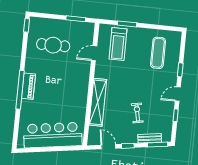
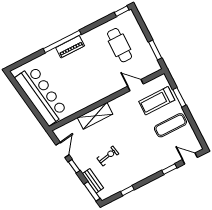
exercise mat: (158, 53) -> (170, 125), moved
door: (178, 94) -> (190, 159), moved
shelving: (98, 102) -> (95, 116), width x0.68

